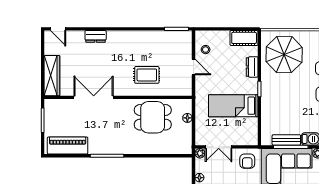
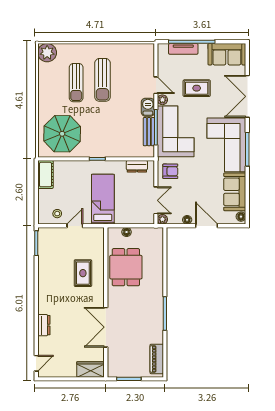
dresser: (252, 67) -> (137, 166), moved
wardrobe: (52, 76) -> (90, 369), width x0.67
bed: (233, 106) -> (103, 199), moved, turned 180
piano: (68, 145) -> (157, 359), width x0.73, depth x0.75

